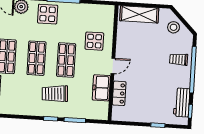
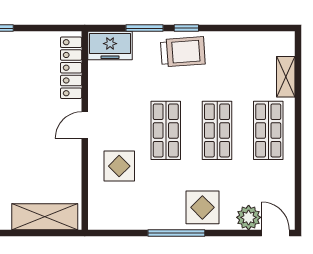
freezer: (101, 88) -> (110, 46), moved, turned 90
locker: (119, 93) -> (71, 68), width x1.53
trolley: (55, 94) -> (183, 52), moved

